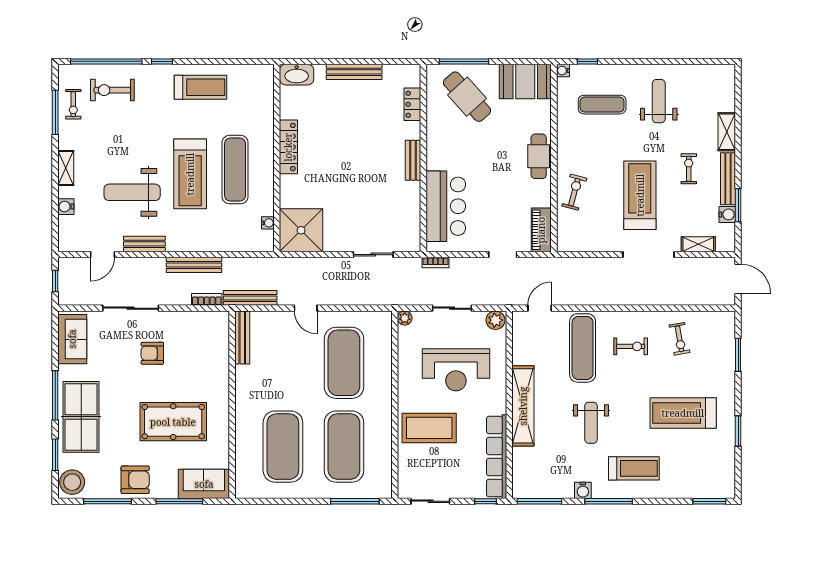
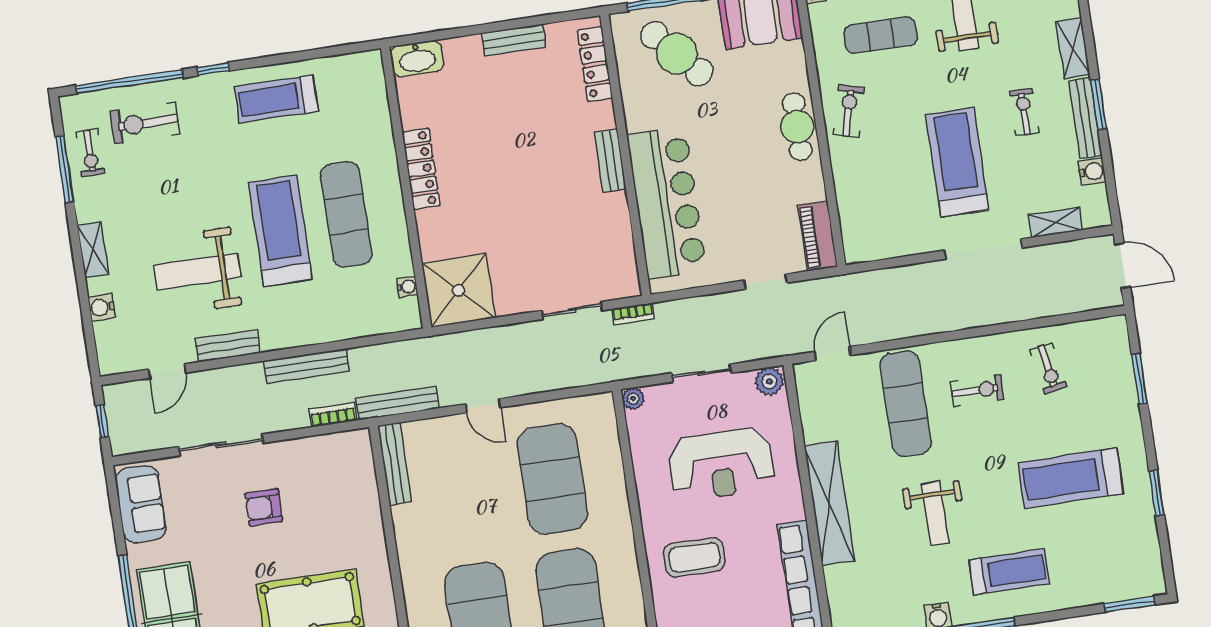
bench: (354, 72) -> (514, 40), width x0.73
treadmill: (200, 87) -> (276, 99), turned 180
locker: (412, 104) -> (595, 64), width x1.53
treadmill: (190, 174) -> (280, 231), turned 180
exercise bike: (574, 192) -> (848, 111), moved
window: (738, 205) -> (1099, 104), moved
bar counter: (446, 206) -> (667, 203), width x1.36
bookcase: (436, 263) -> (633, 314), moved
coffee table: (429, 428) -> (694, 557), width x0.73, depth x0.76

